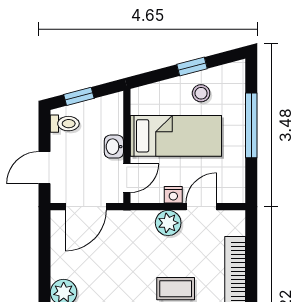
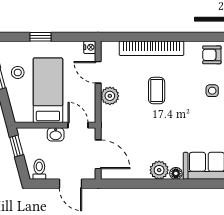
window: (79, 96) -> (16, 146), moved
window: (251, 125) -> (41, 37), width x0.46
nightstand: (173, 195) -> (90, 47), moved

